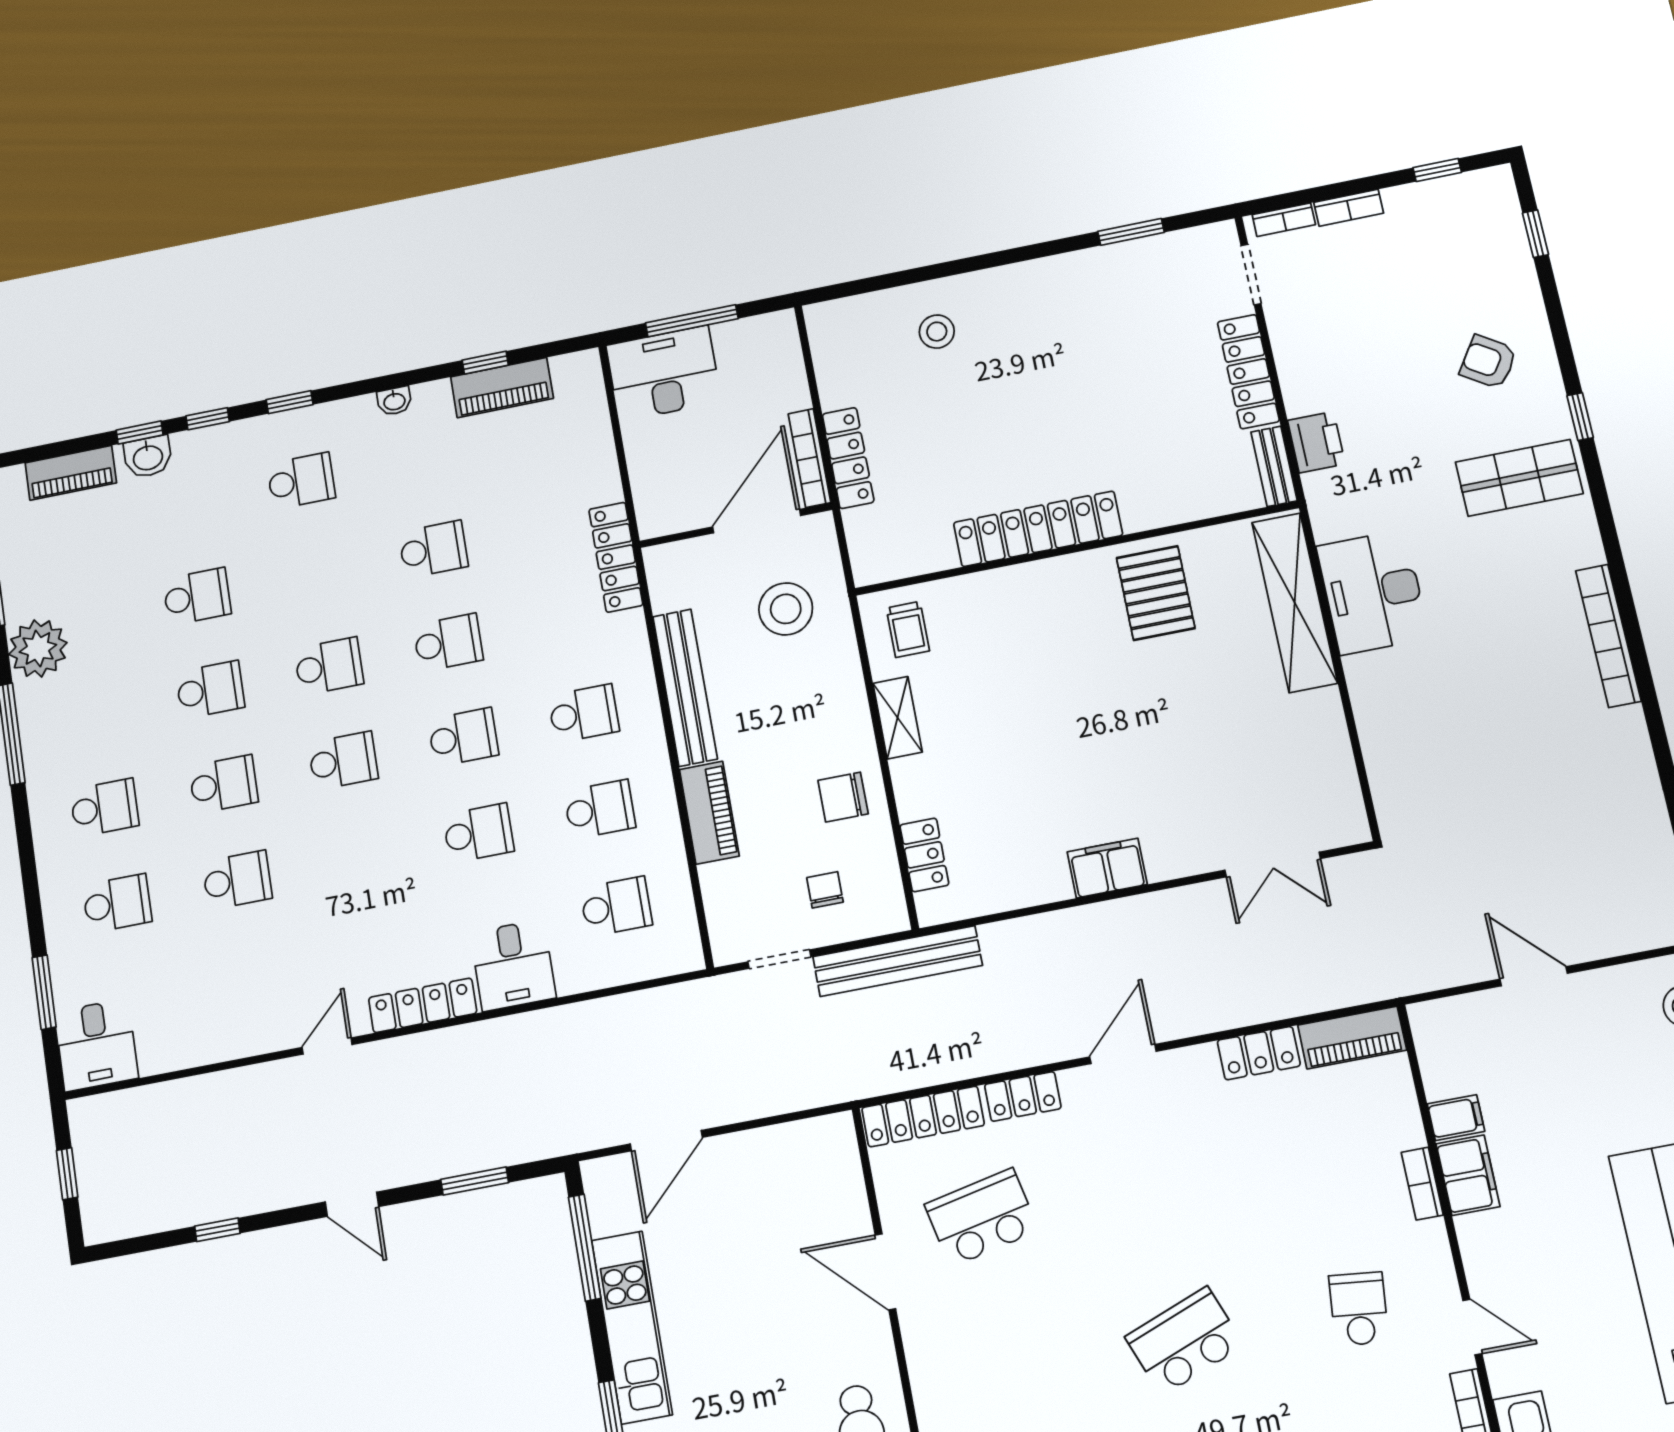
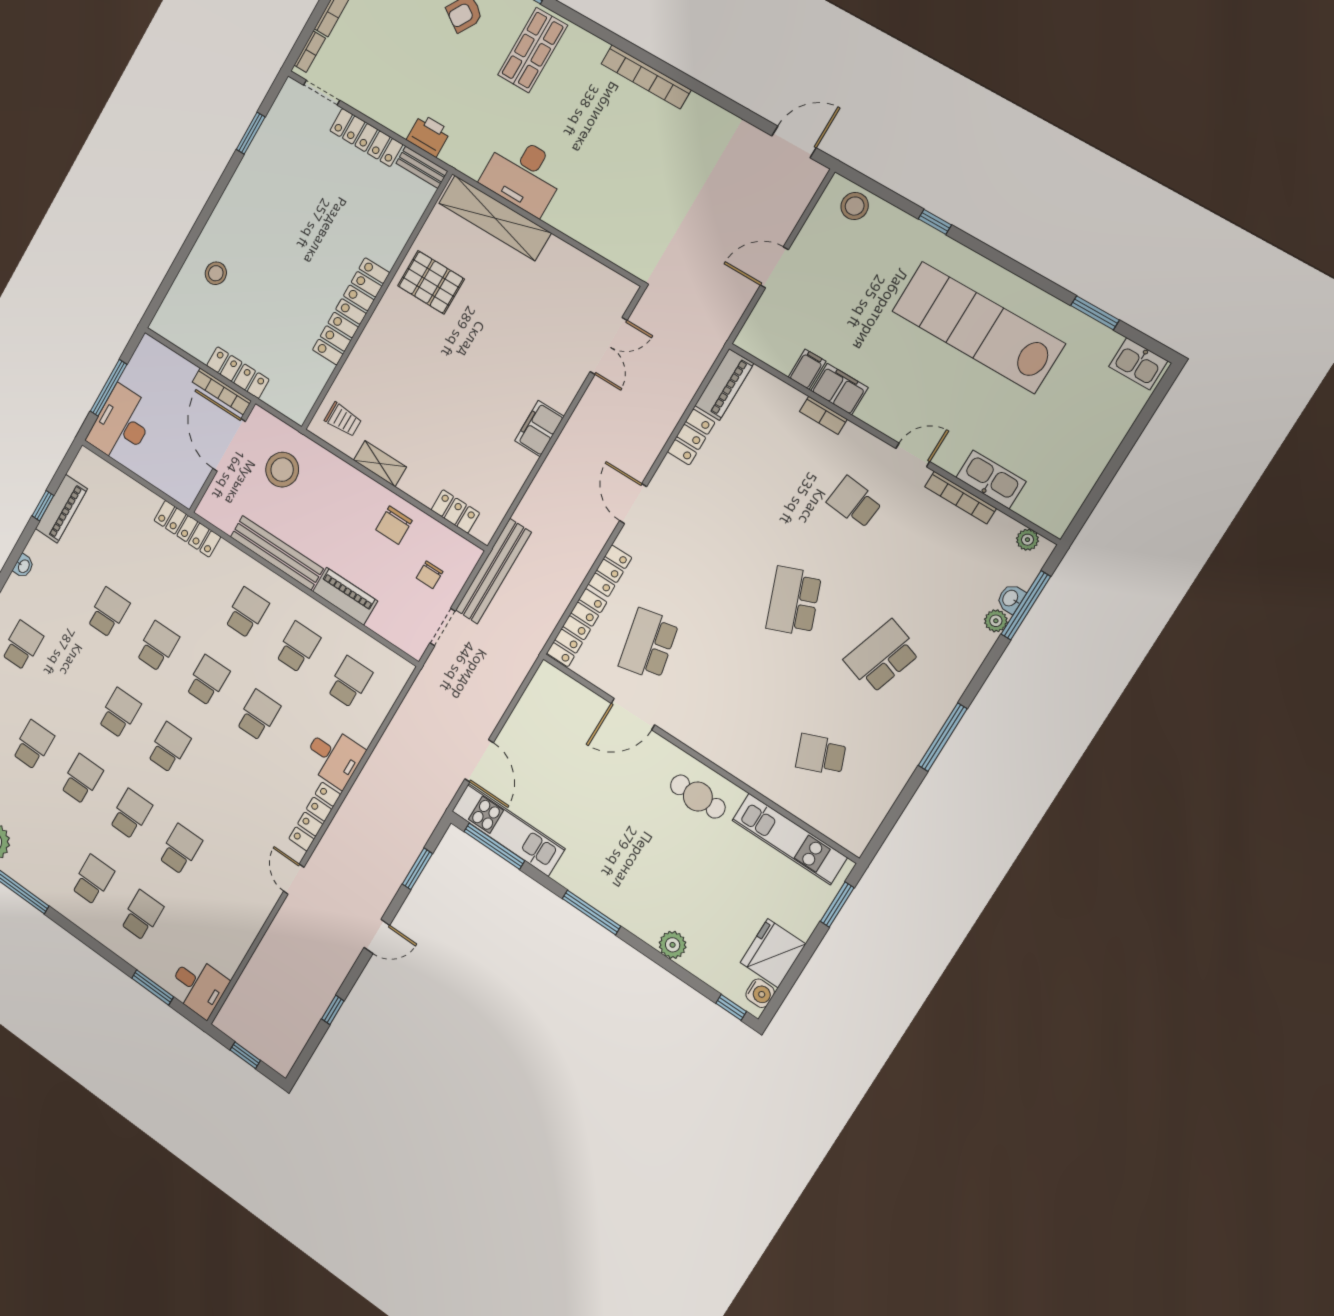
chair: (825, 890) -> (430, 575), turned -90
kitchen unit: (632, 1327) -> (508, 830), moved

